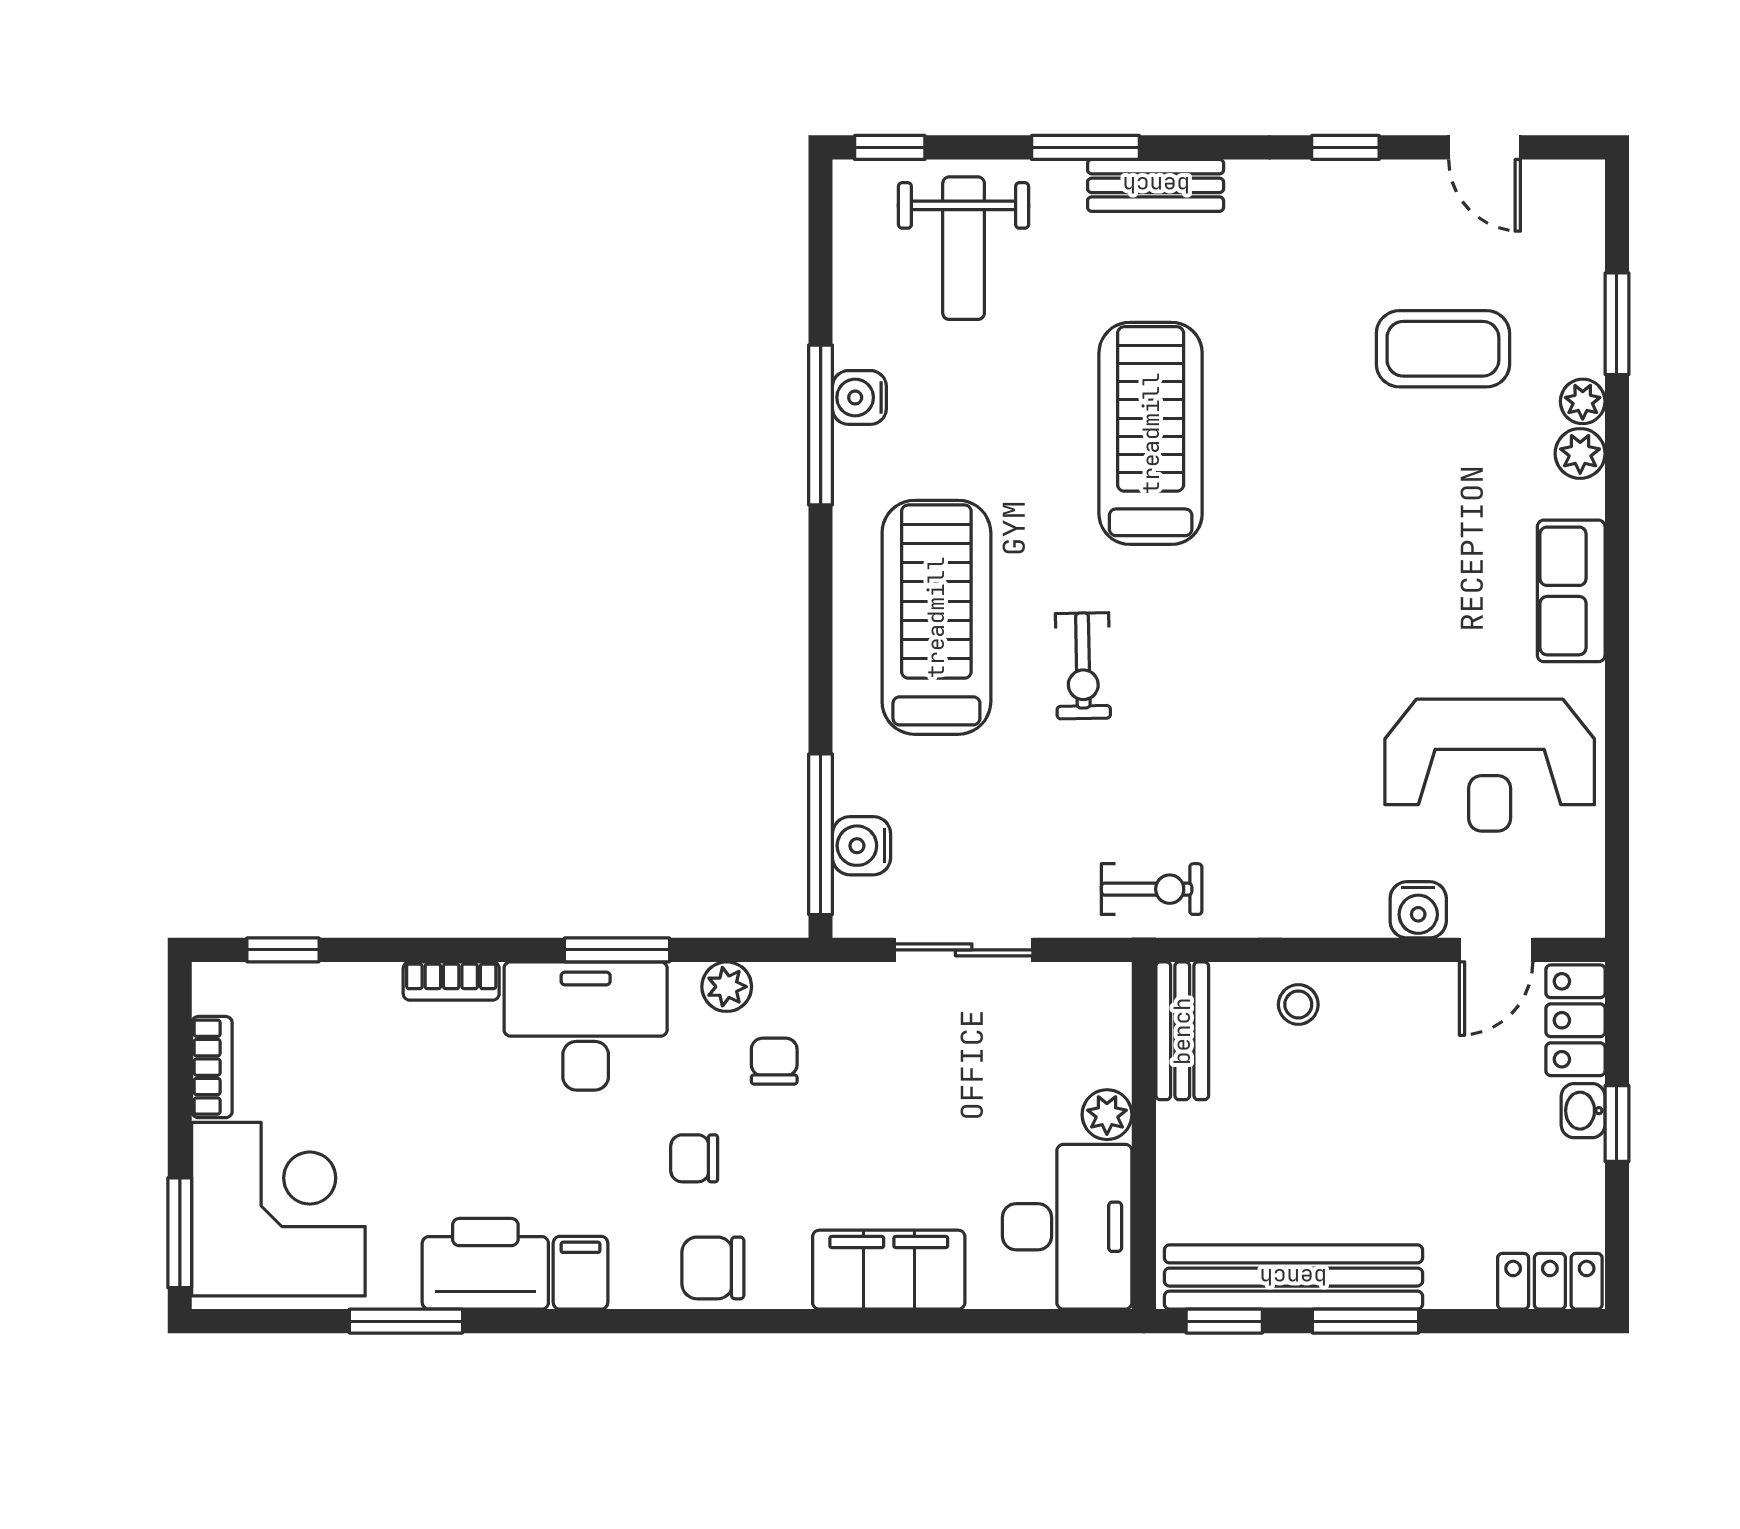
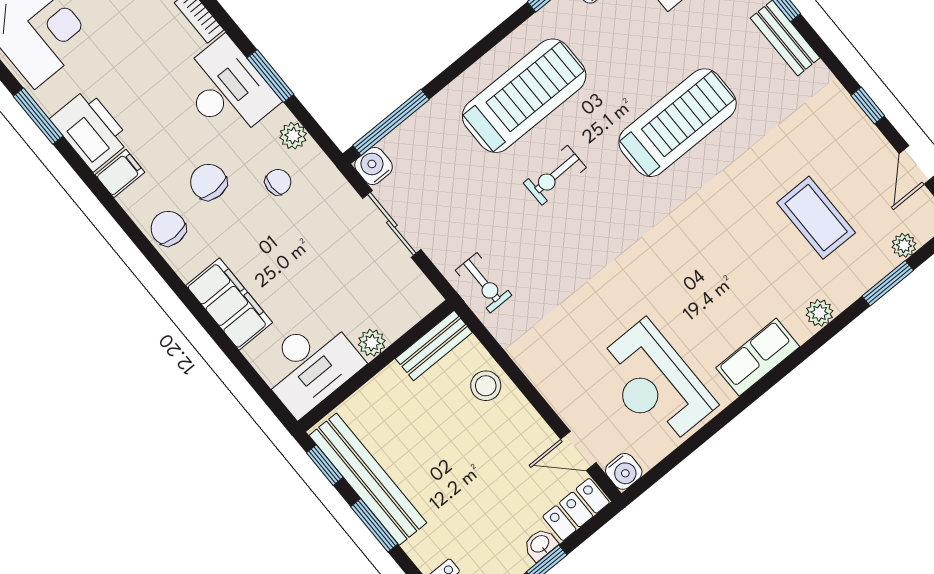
plant: (1583, 401) -> (904, 245), moved
water cooler: (862, 846) -> (374, 166), moved
water cooler: (1418, 910) -> (624, 471), moved, turned -90
stool: (1298, 1004) -> (486, 386), width x1.37, depth x1.37
chair: (694, 1158) -> (208, 182), width x1.37, depth x1.37

